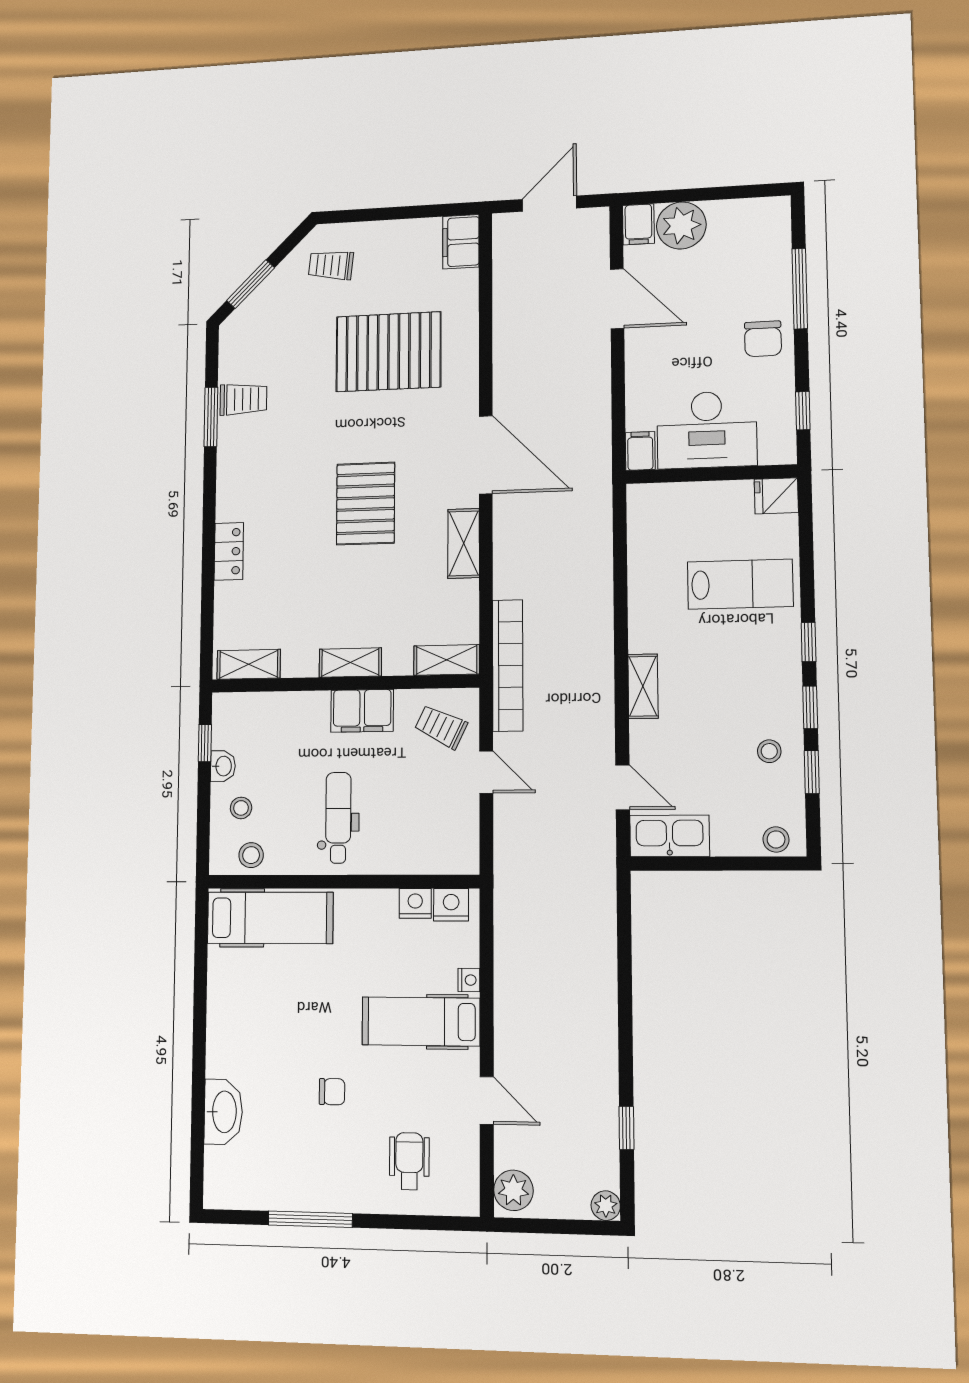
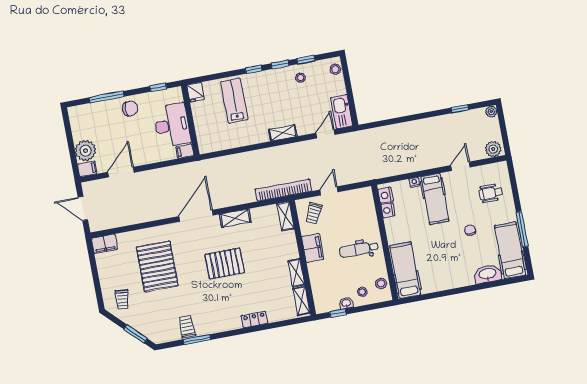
shelving: (350, 663) -> (296, 273), moved
hospital bed: (267, 1179) -> (510, 250), added

